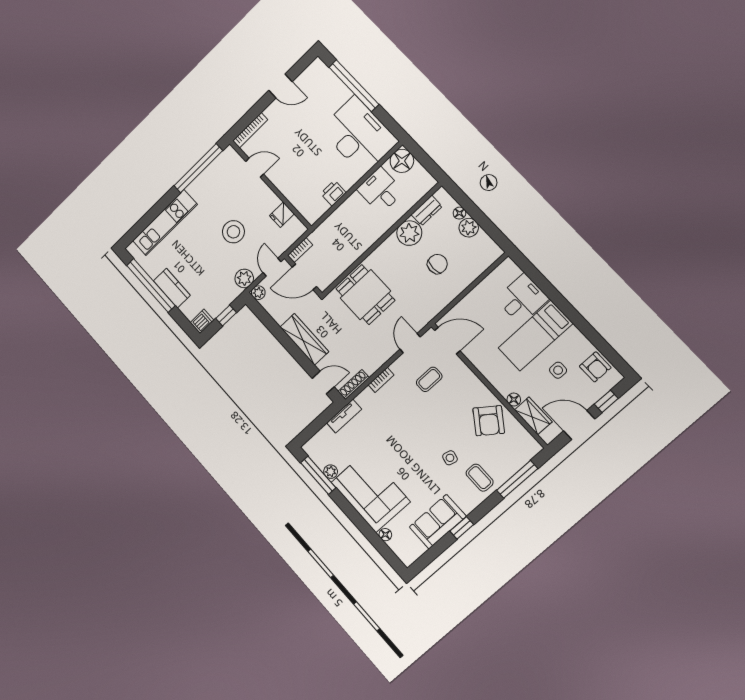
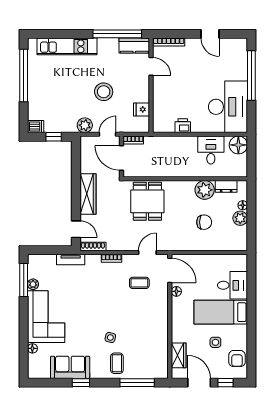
kitchen counter: (172, 288) -> (134, 45), moved, turned 90
plant: (258, 293) -> (86, 141), removed
floor lamp: (514, 399) -> (176, 291), moved
armchair: (489, 421) -> (151, 336), removed

